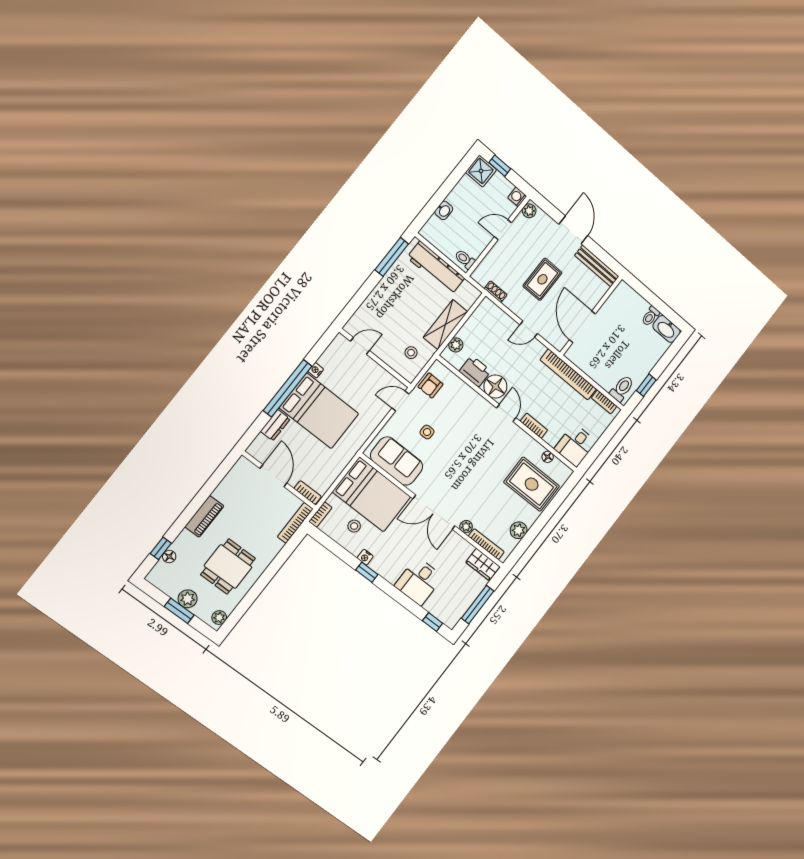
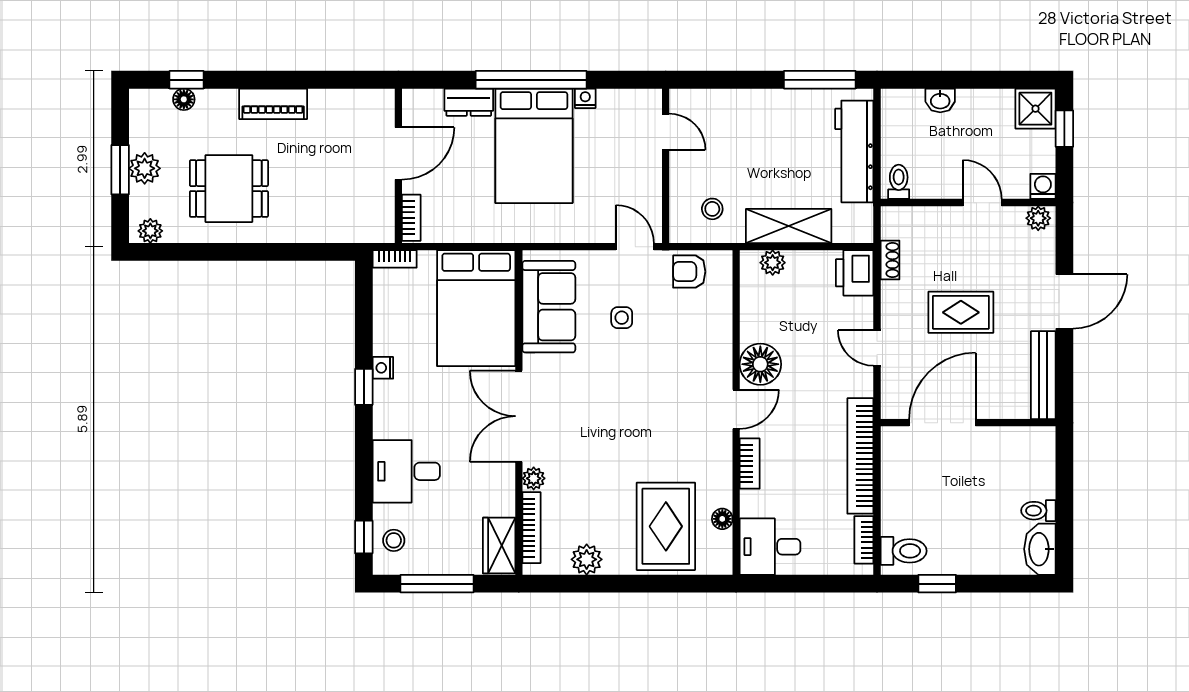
printer: (475, 371) -> (855, 273), moved, turned 180
bookcase: (295, 523) -> (357, 233), removed
stool: (354, 526) -> (394, 540), moved

